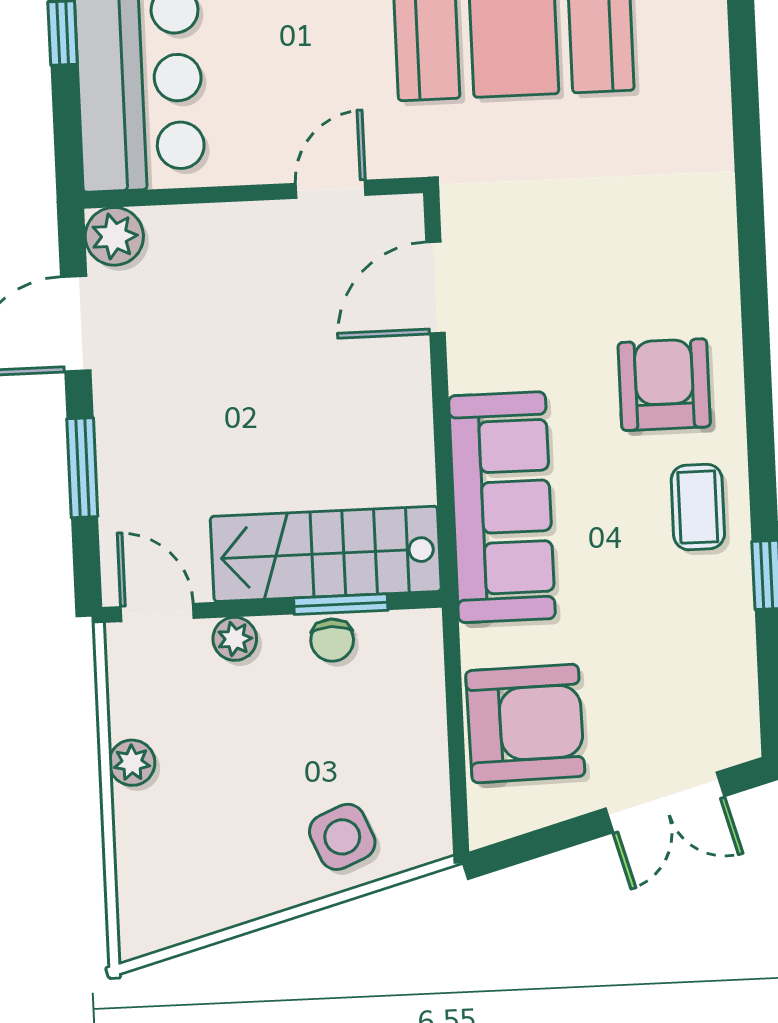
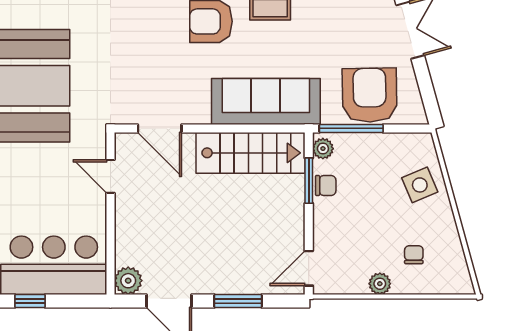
stairs: (326, 554) -> (251, 153), moved, turned -90
plant: (235, 639) -> (323, 149), moved
window: (454, 688) -> (351, 128), added
chair: (196, 831) -> (414, 255), added

